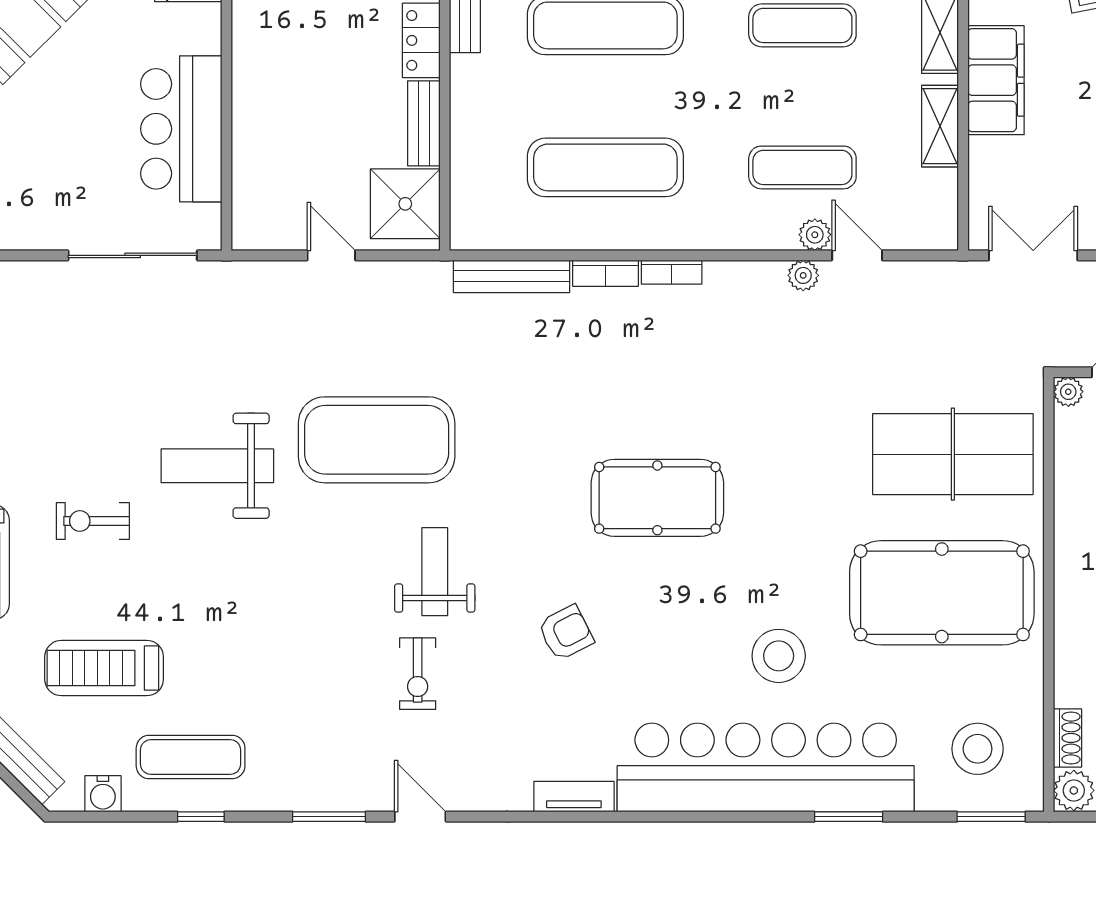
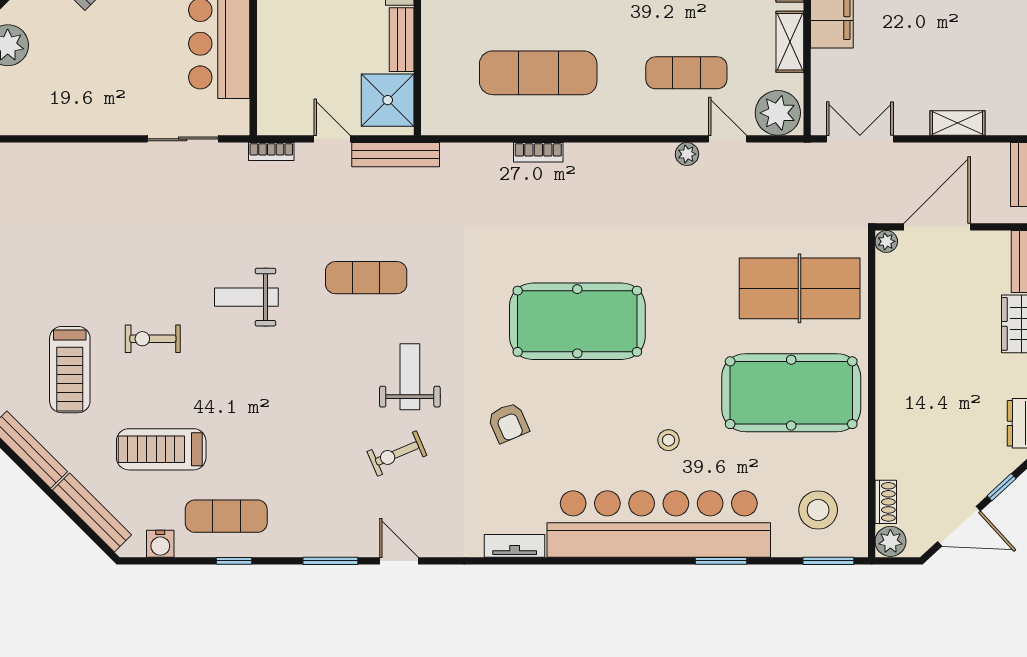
plant: (815, 235) -> (778, 113), moved, width x1.88, depth x1.88
sliding door: (133, 255) -> (183, 139), width x0.73
bookcase: (672, 272) -> (271, 152), moved
bench: (512, 276) -> (396, 155), moved
exercise mat: (377, 440) -> (366, 278), width x0.50, depth x0.69
weight bench: (217, 466) -> (246, 297), width x0.73, depth x0.75
pool table: (657, 498) -> (577, 321), width x1.36, depth x1.32
armchair: (566, 633) -> (508, 423), turned 94
stool: (779, 656) -> (668, 440), width x0.53, depth x0.53
exercise bike: (418, 674) -> (397, 453), turned 67

